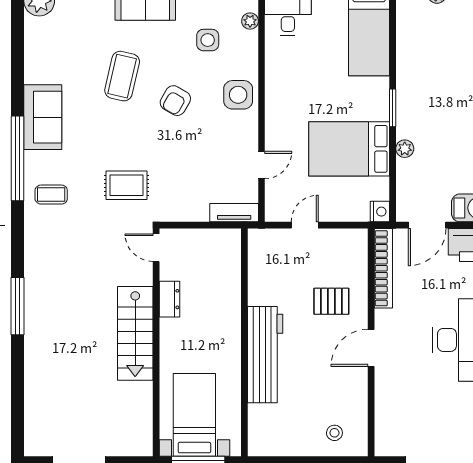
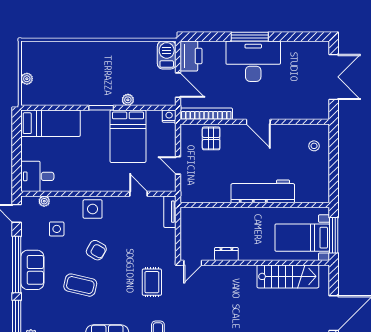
pallet: (331, 301) -> (211, 138), moved
stairs: (135, 333) -> (288, 276), moved

